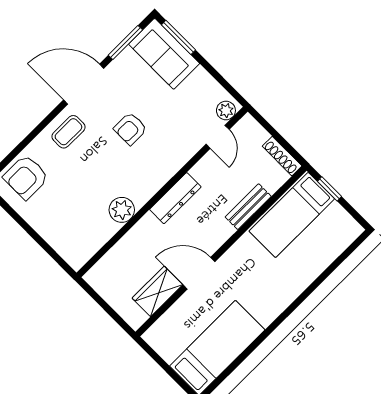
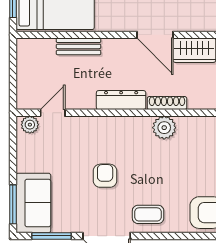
armchair: (130, 129) -> (105, 176), turned -90
shoe rack: (282, 156) -> (167, 103), moved, turned -90

